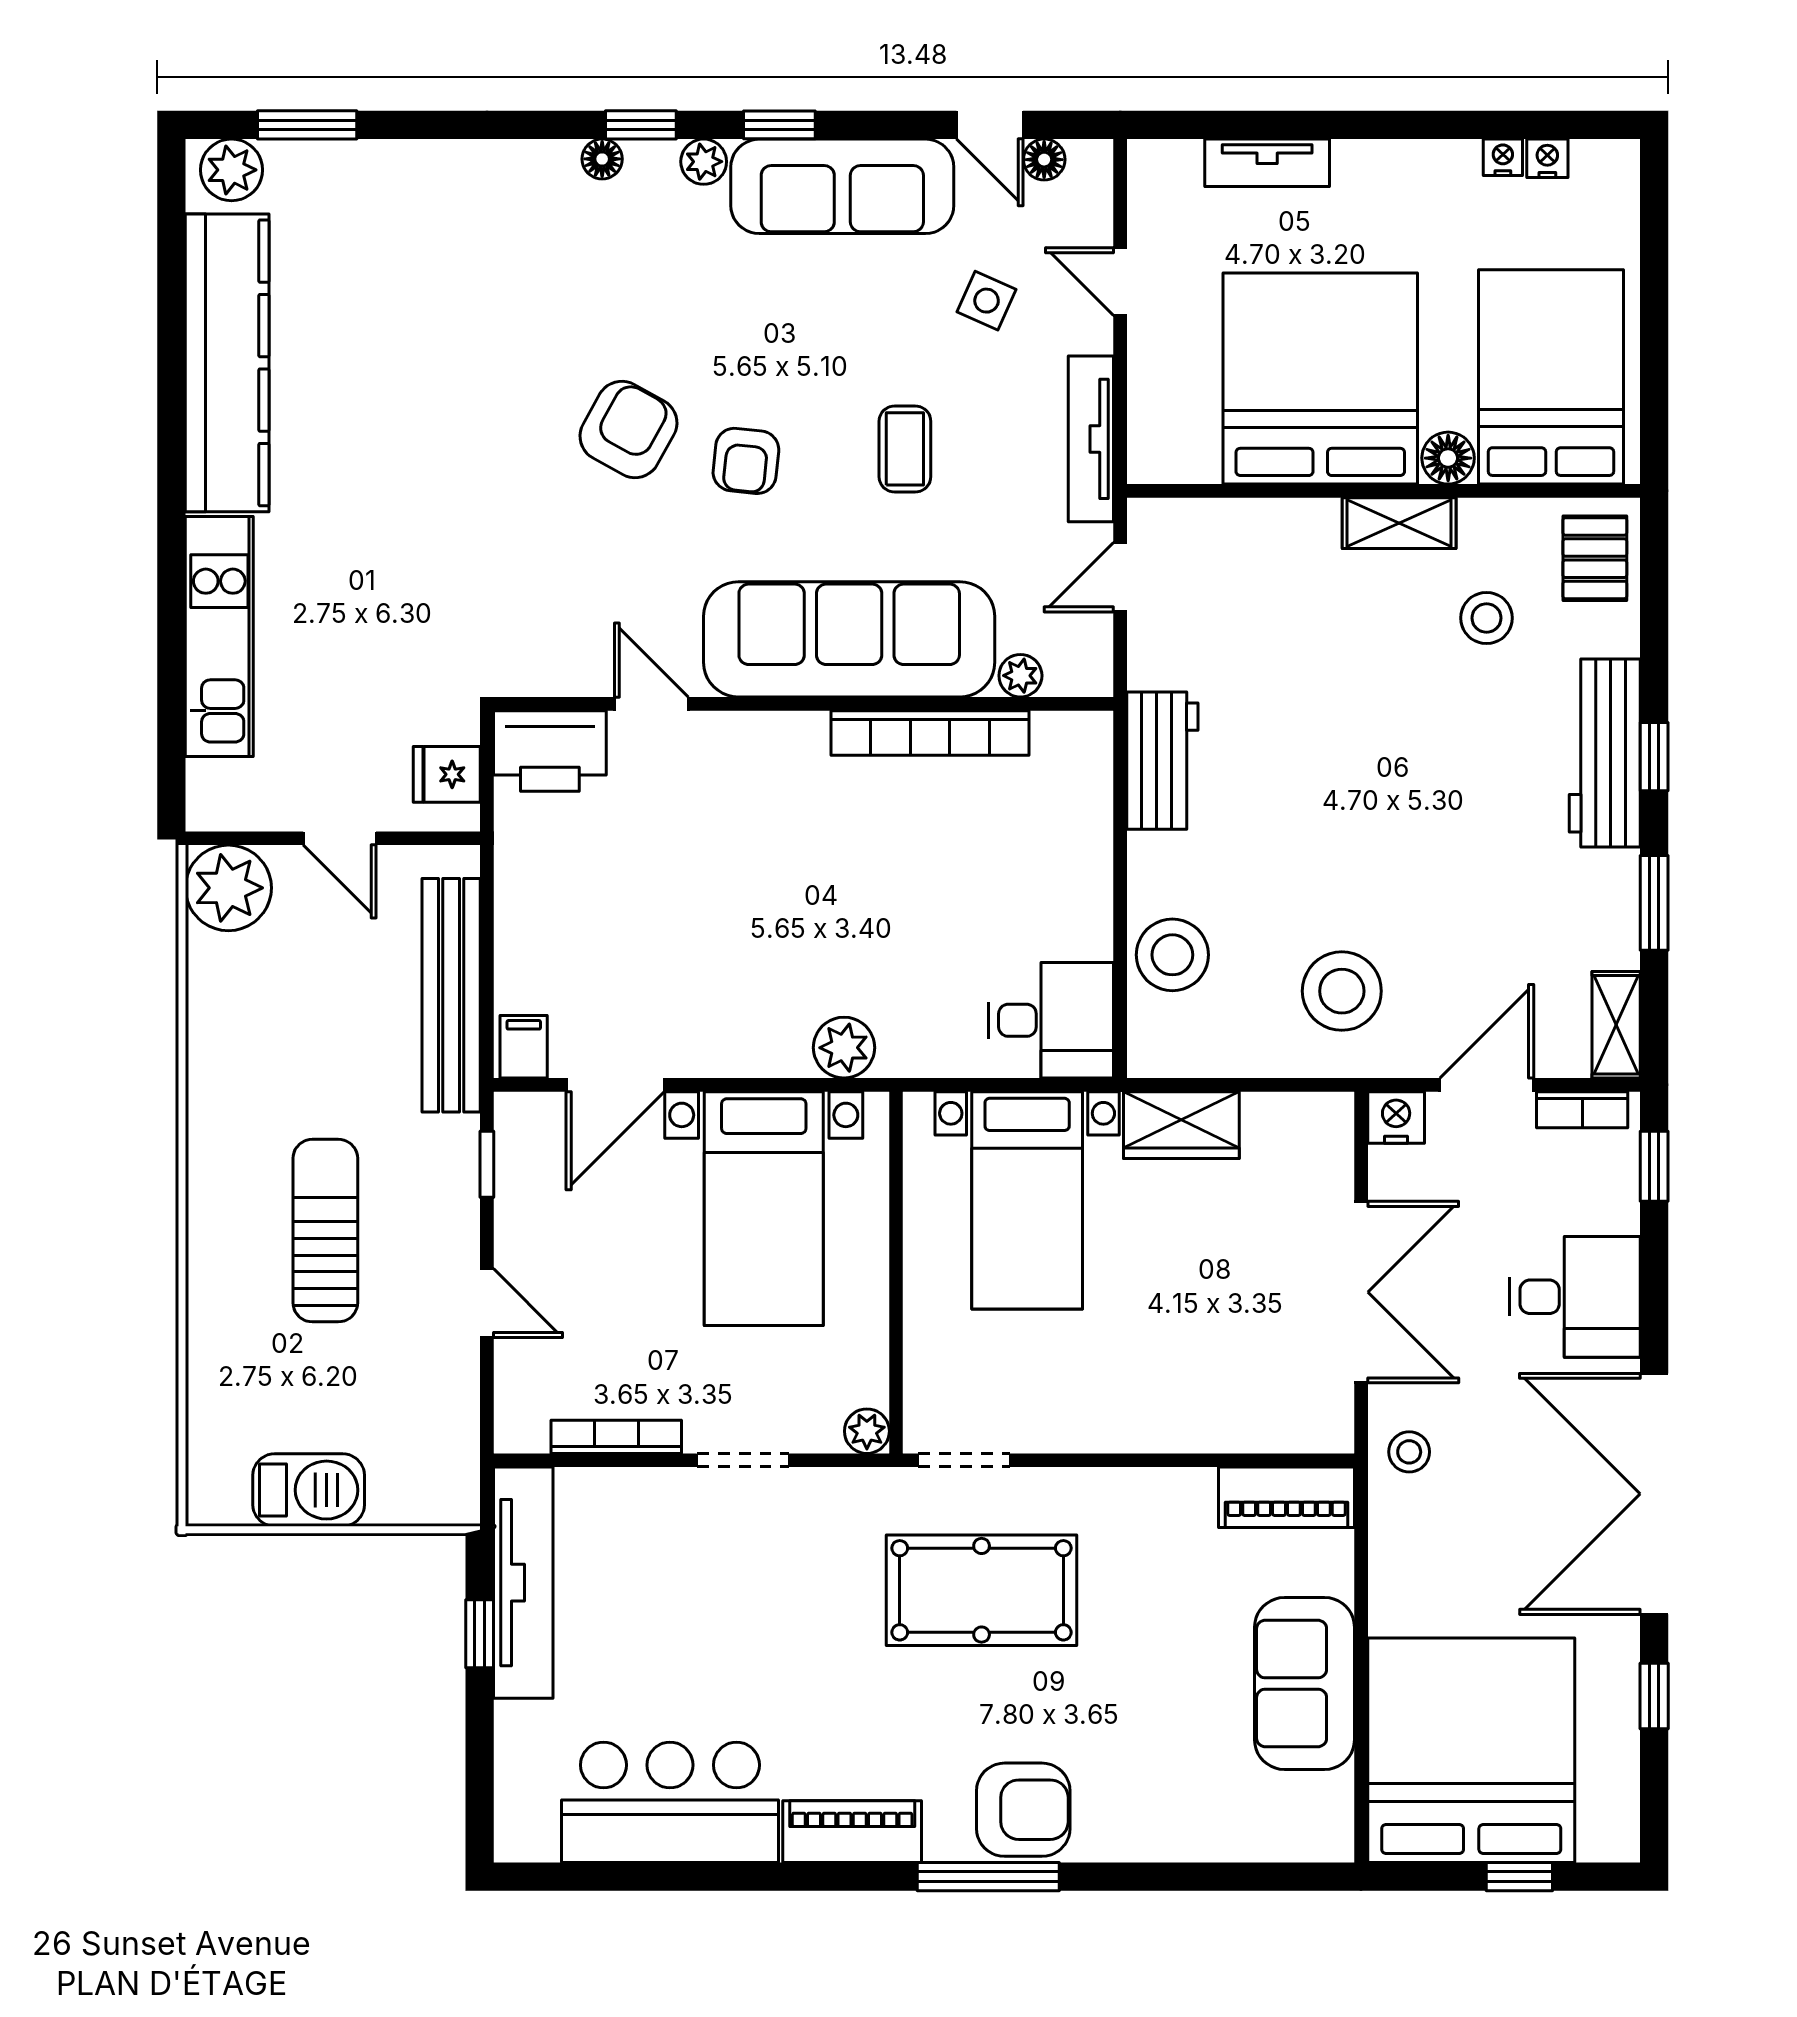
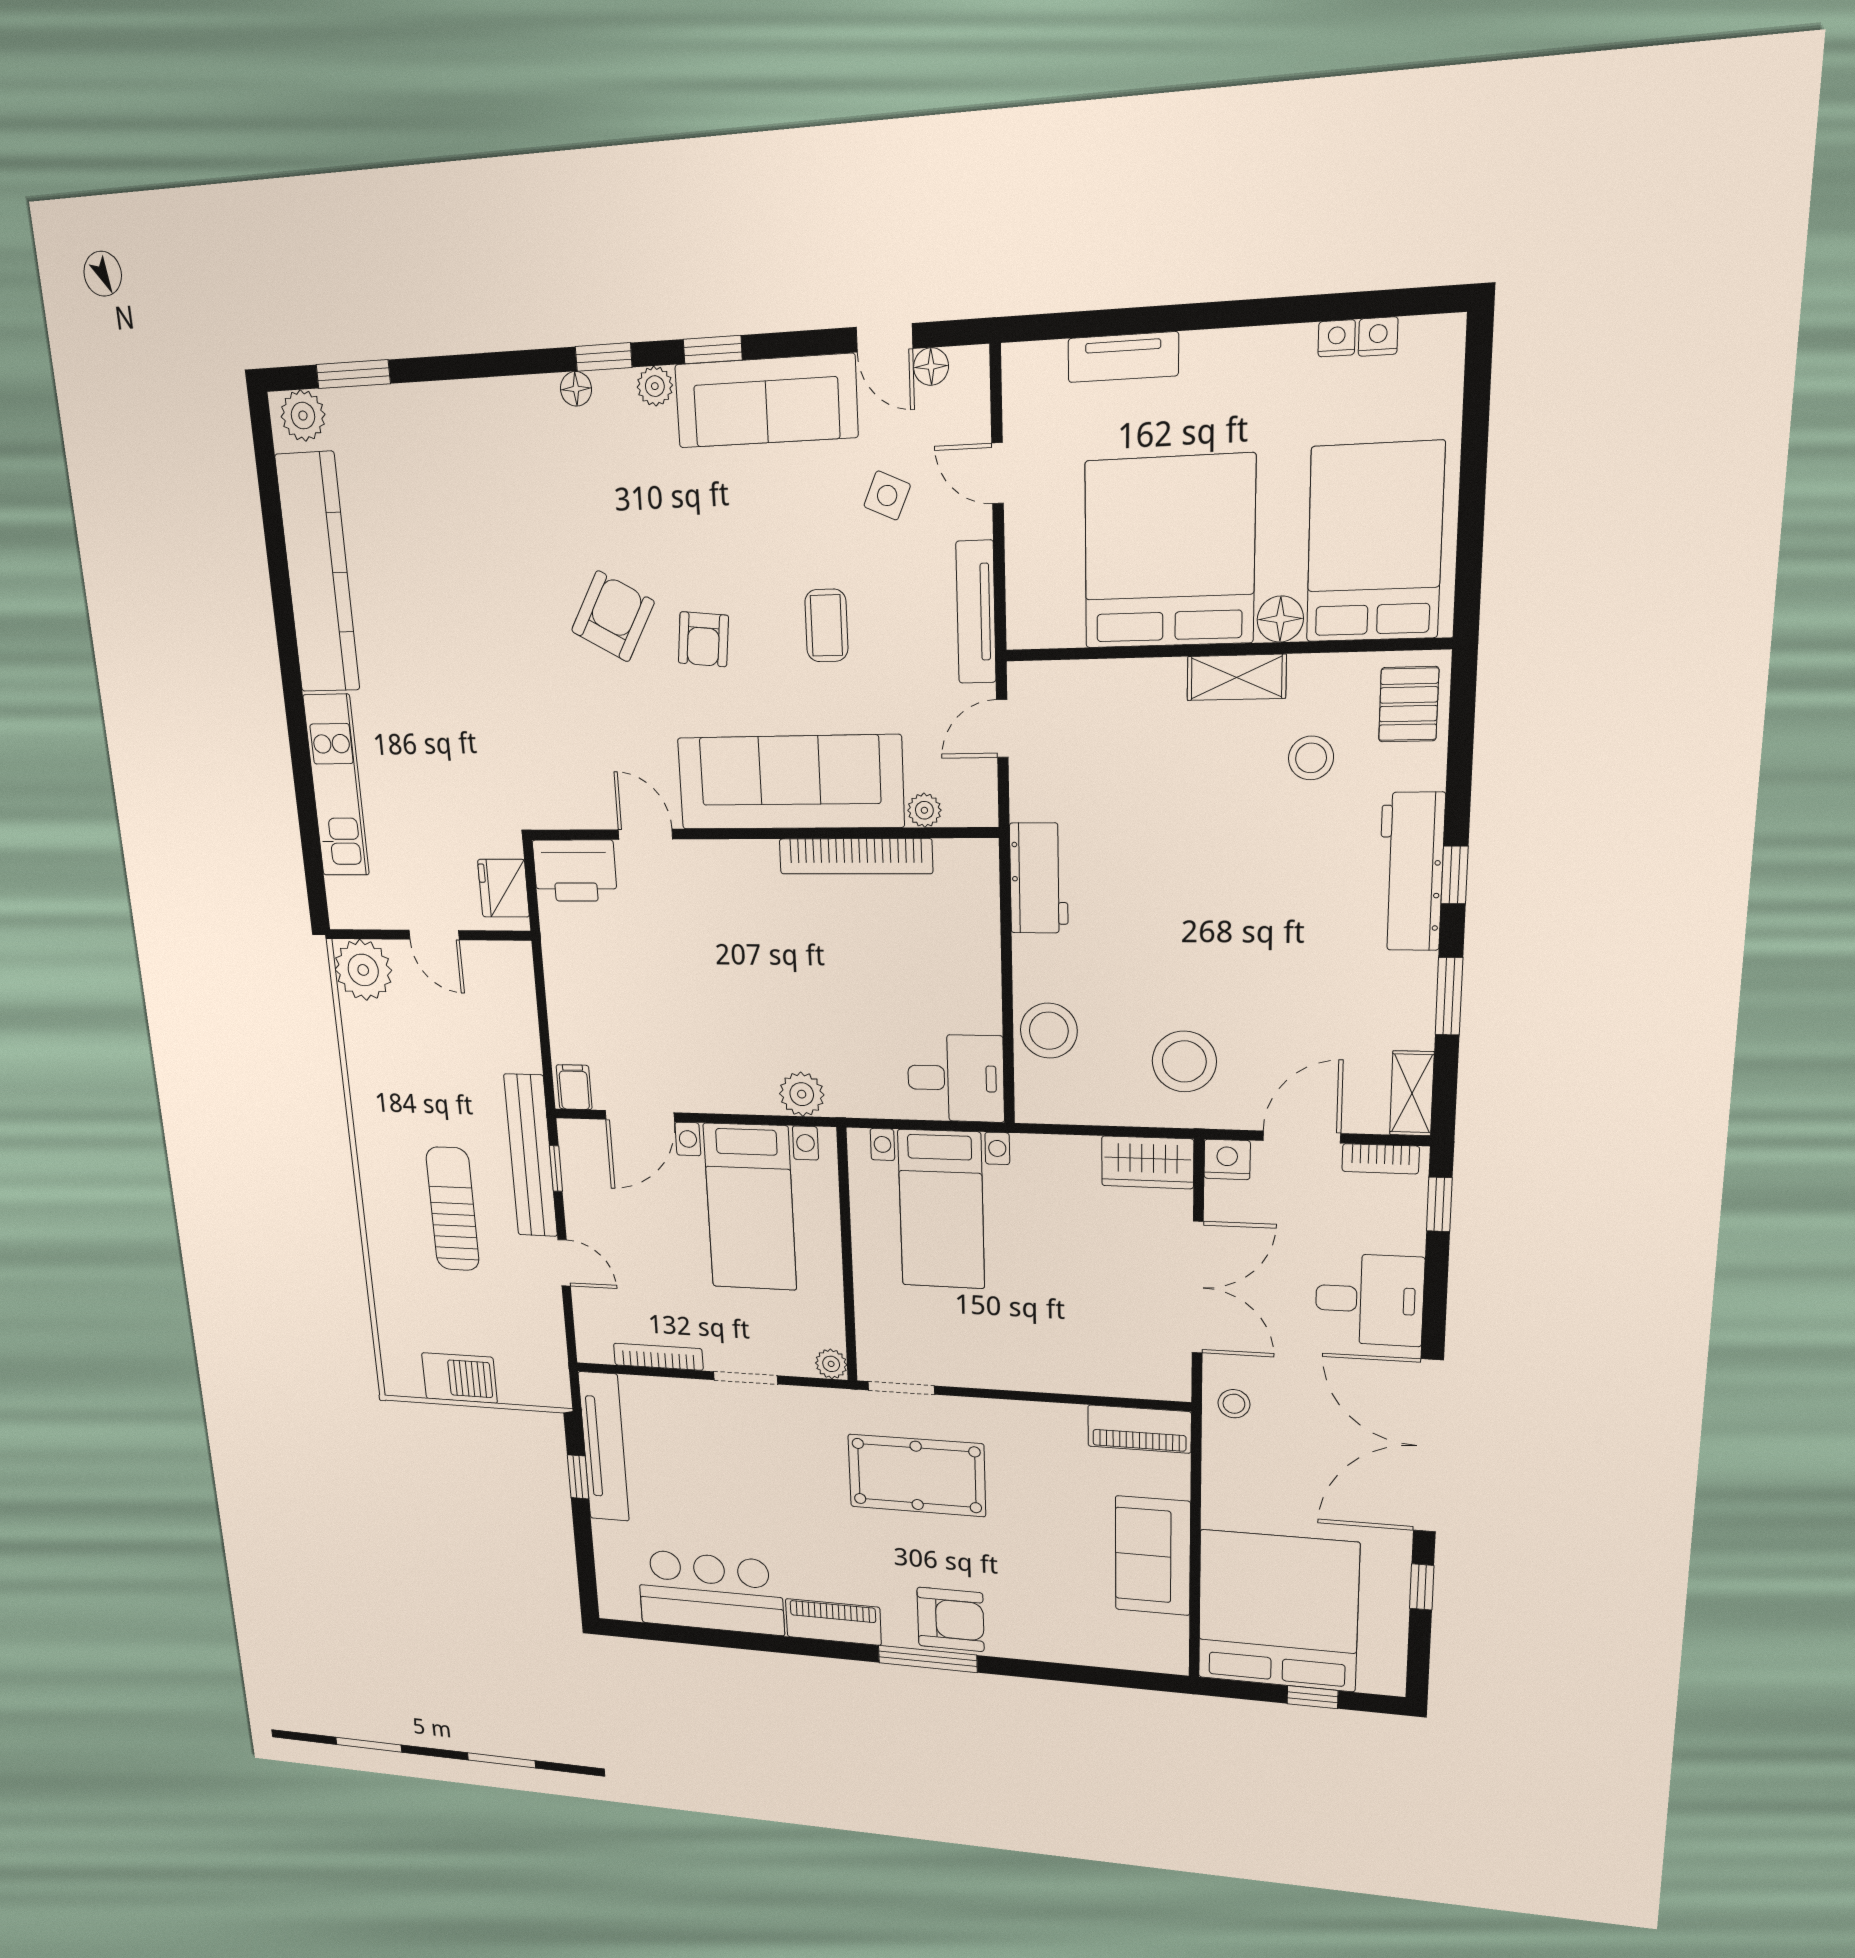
fridge: (447, 774) -> (503, 888), width x1.38
bench: (451, 995) -> (531, 1156), moved
wardrobe: (1181, 1125) -> (1148, 1162), moved

